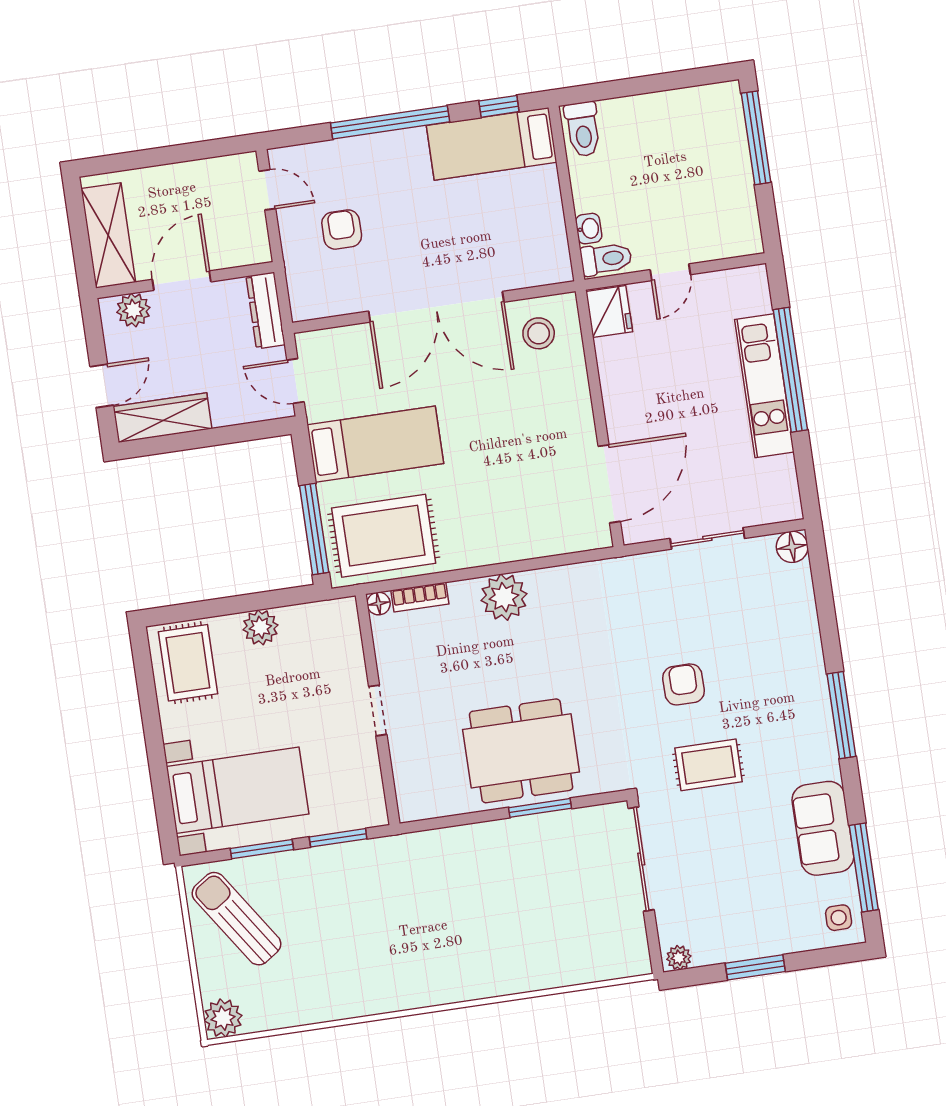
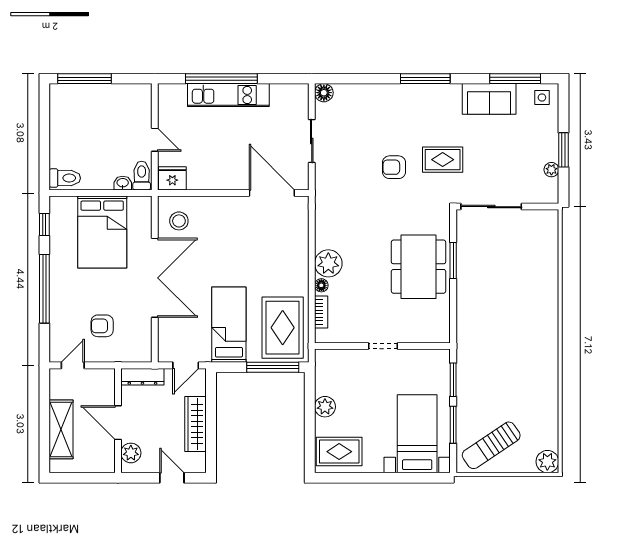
bed: (492, 144) -> (102, 232), moved, width x1.50
shelving: (108, 235) -> (61, 429), moved, turned 90
wardrobe: (162, 418) -> (195, 424), moved
floor lamp: (379, 604) -> (321, 285), moved
rug: (708, 765) -> (443, 160), turned 90
plant: (679, 958) -> (551, 170), moved

